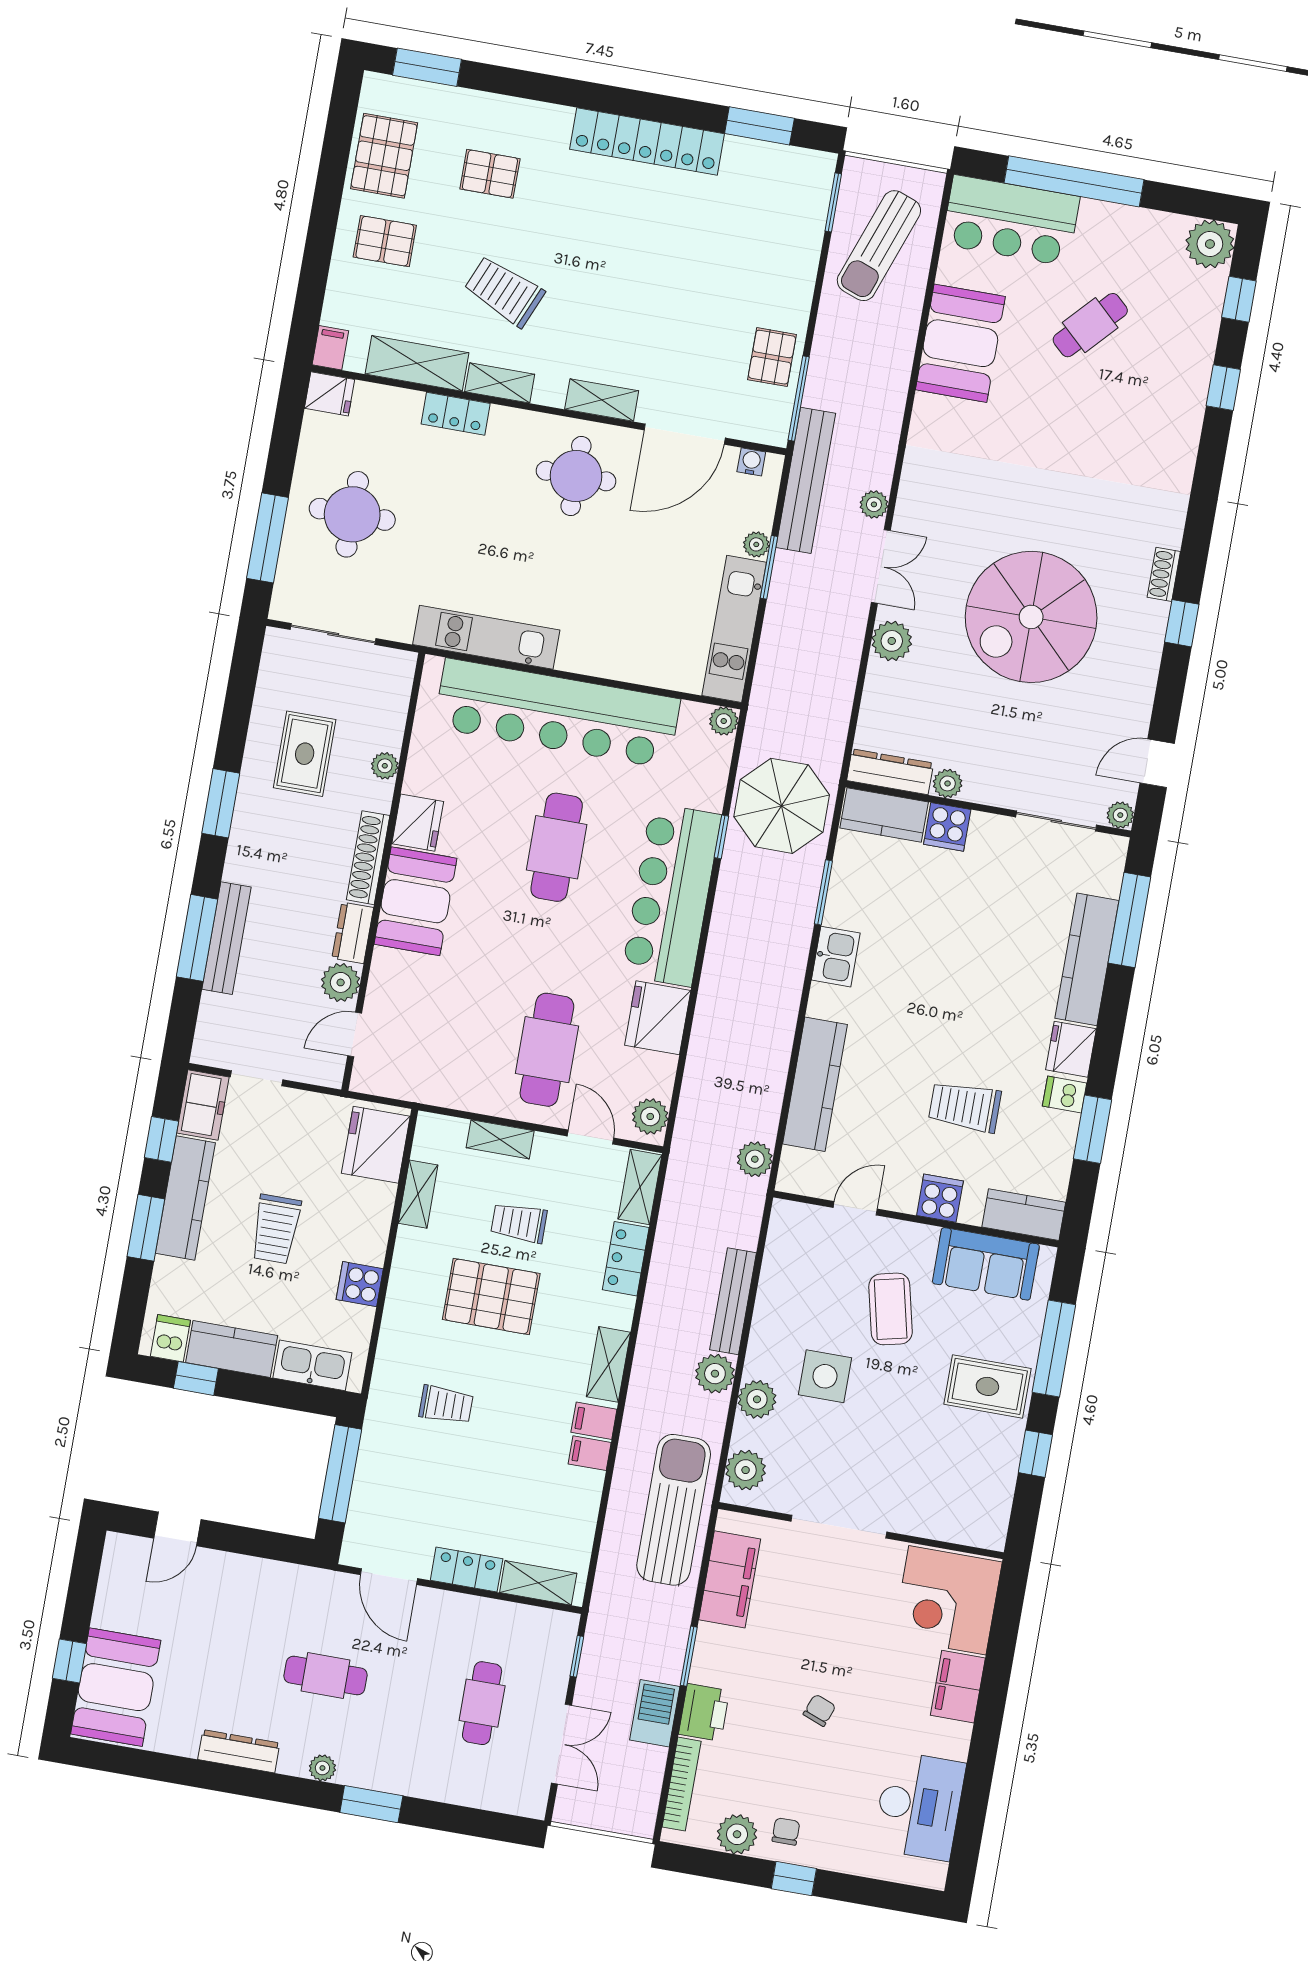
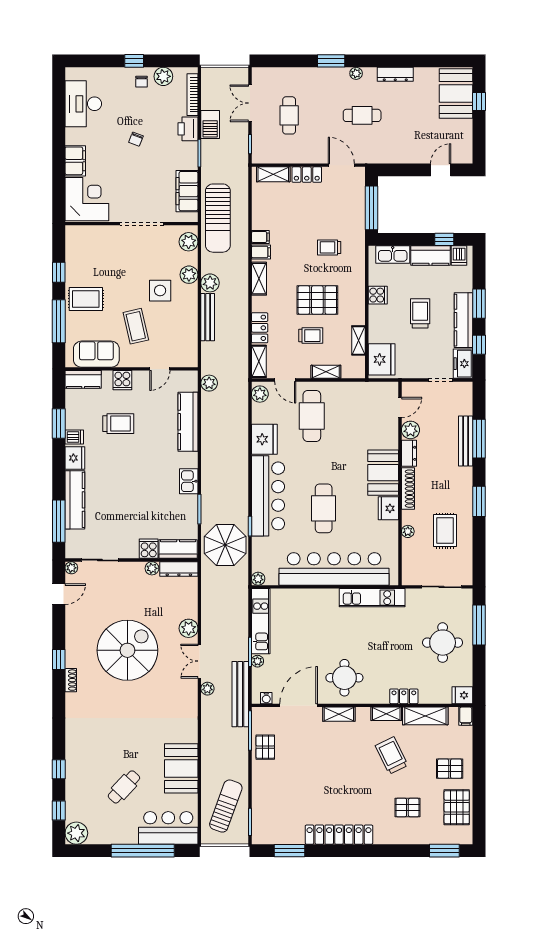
trolley: (504, 291) -> (392, 756), turned -139

